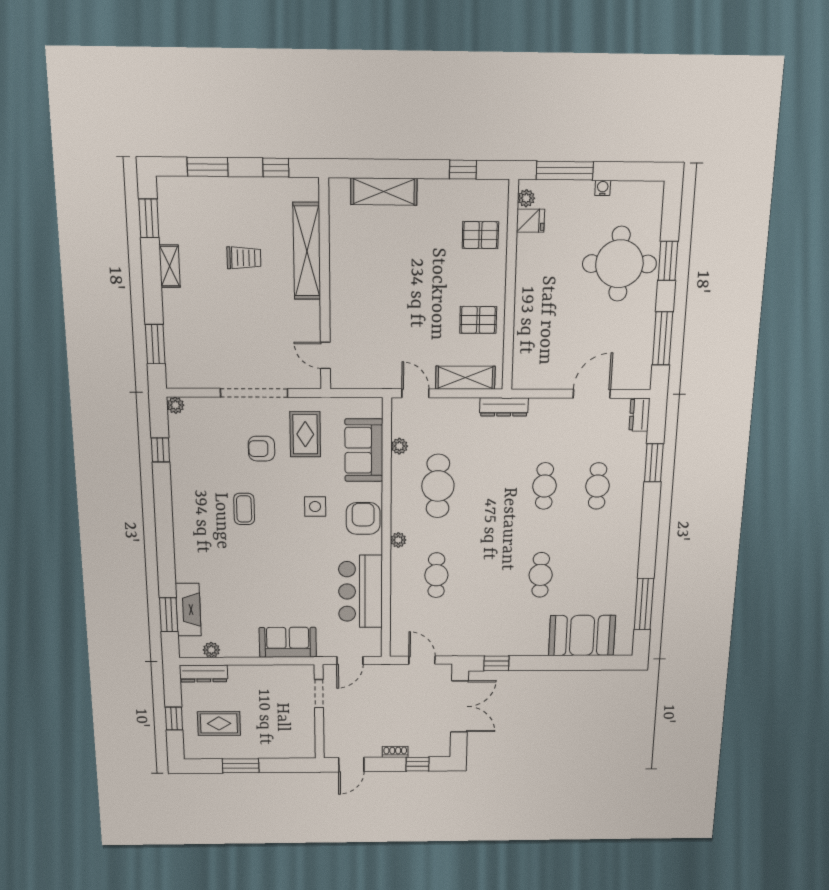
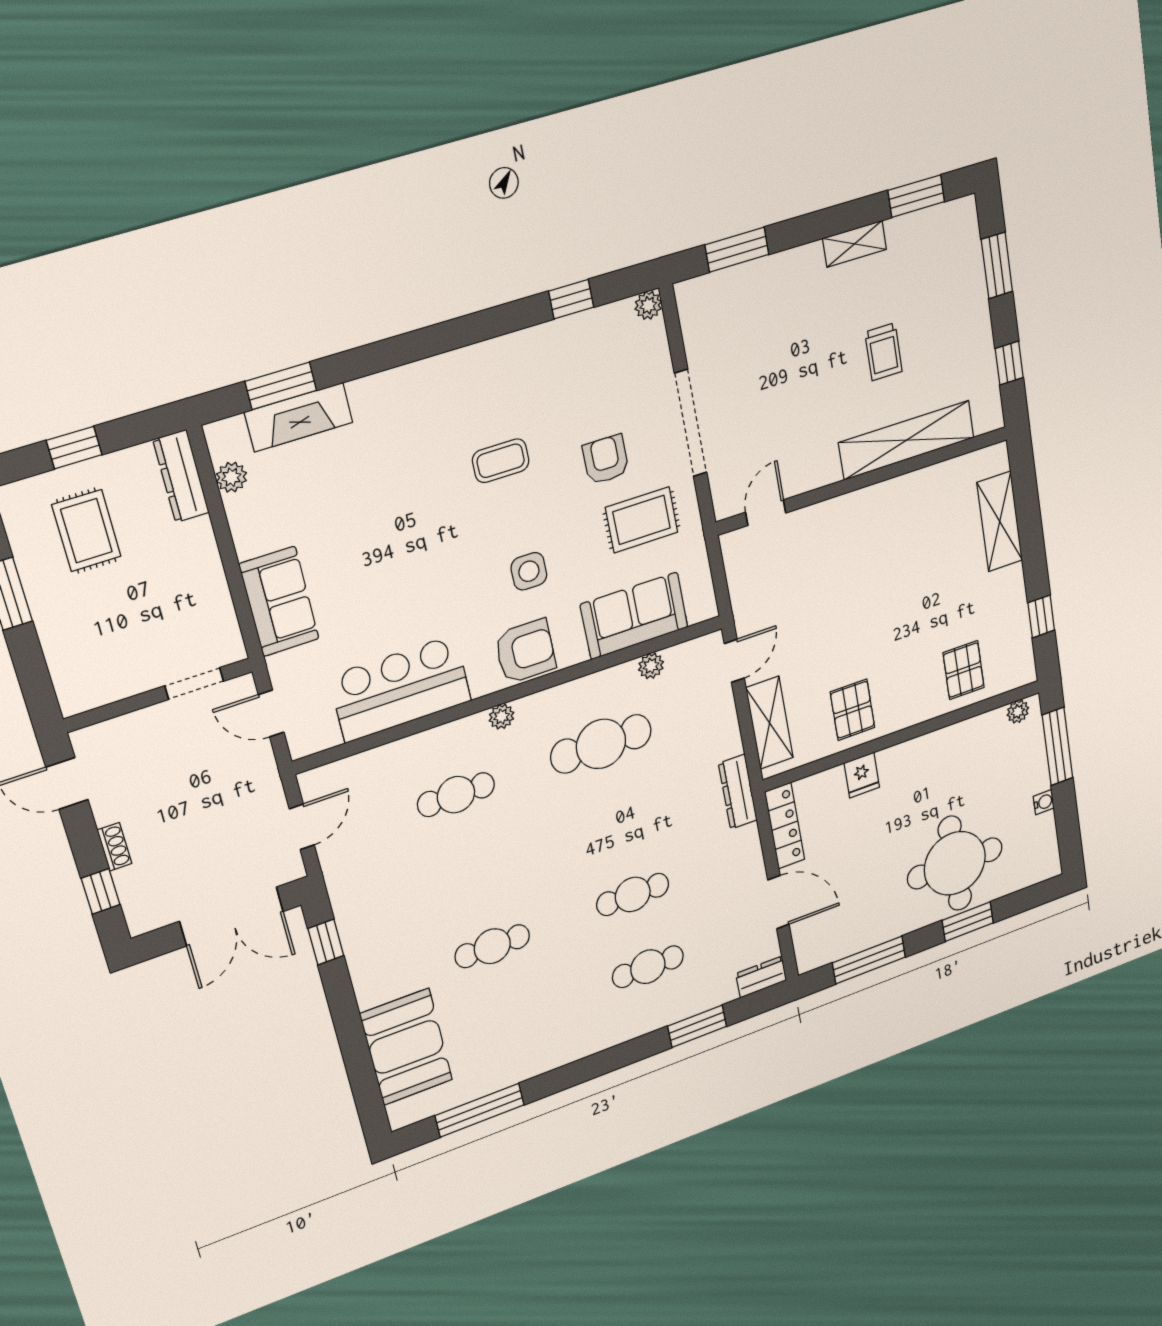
fridge: (530, 221) -> (862, 775), moved
locker: (540, 380) -> (785, 826), added

